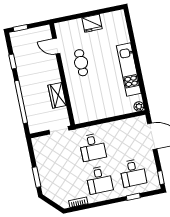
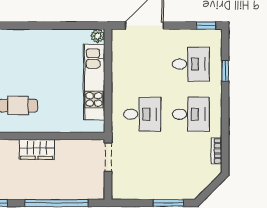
kitchen unit: (129, 70) -> (94, 82), moved, turned 90
wardrobe: (57, 95) -> (37, 149), moved

